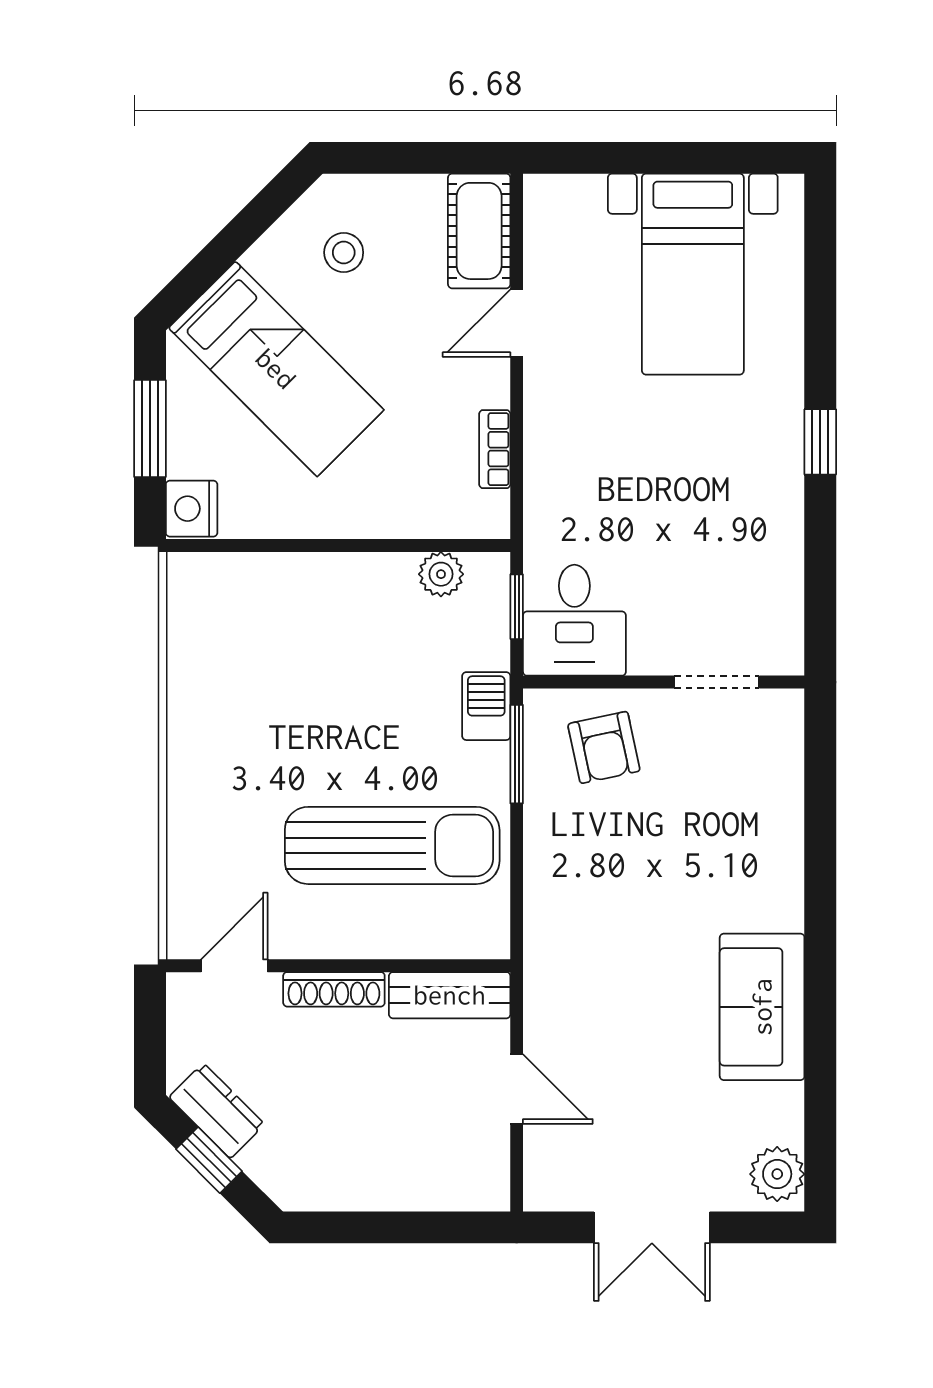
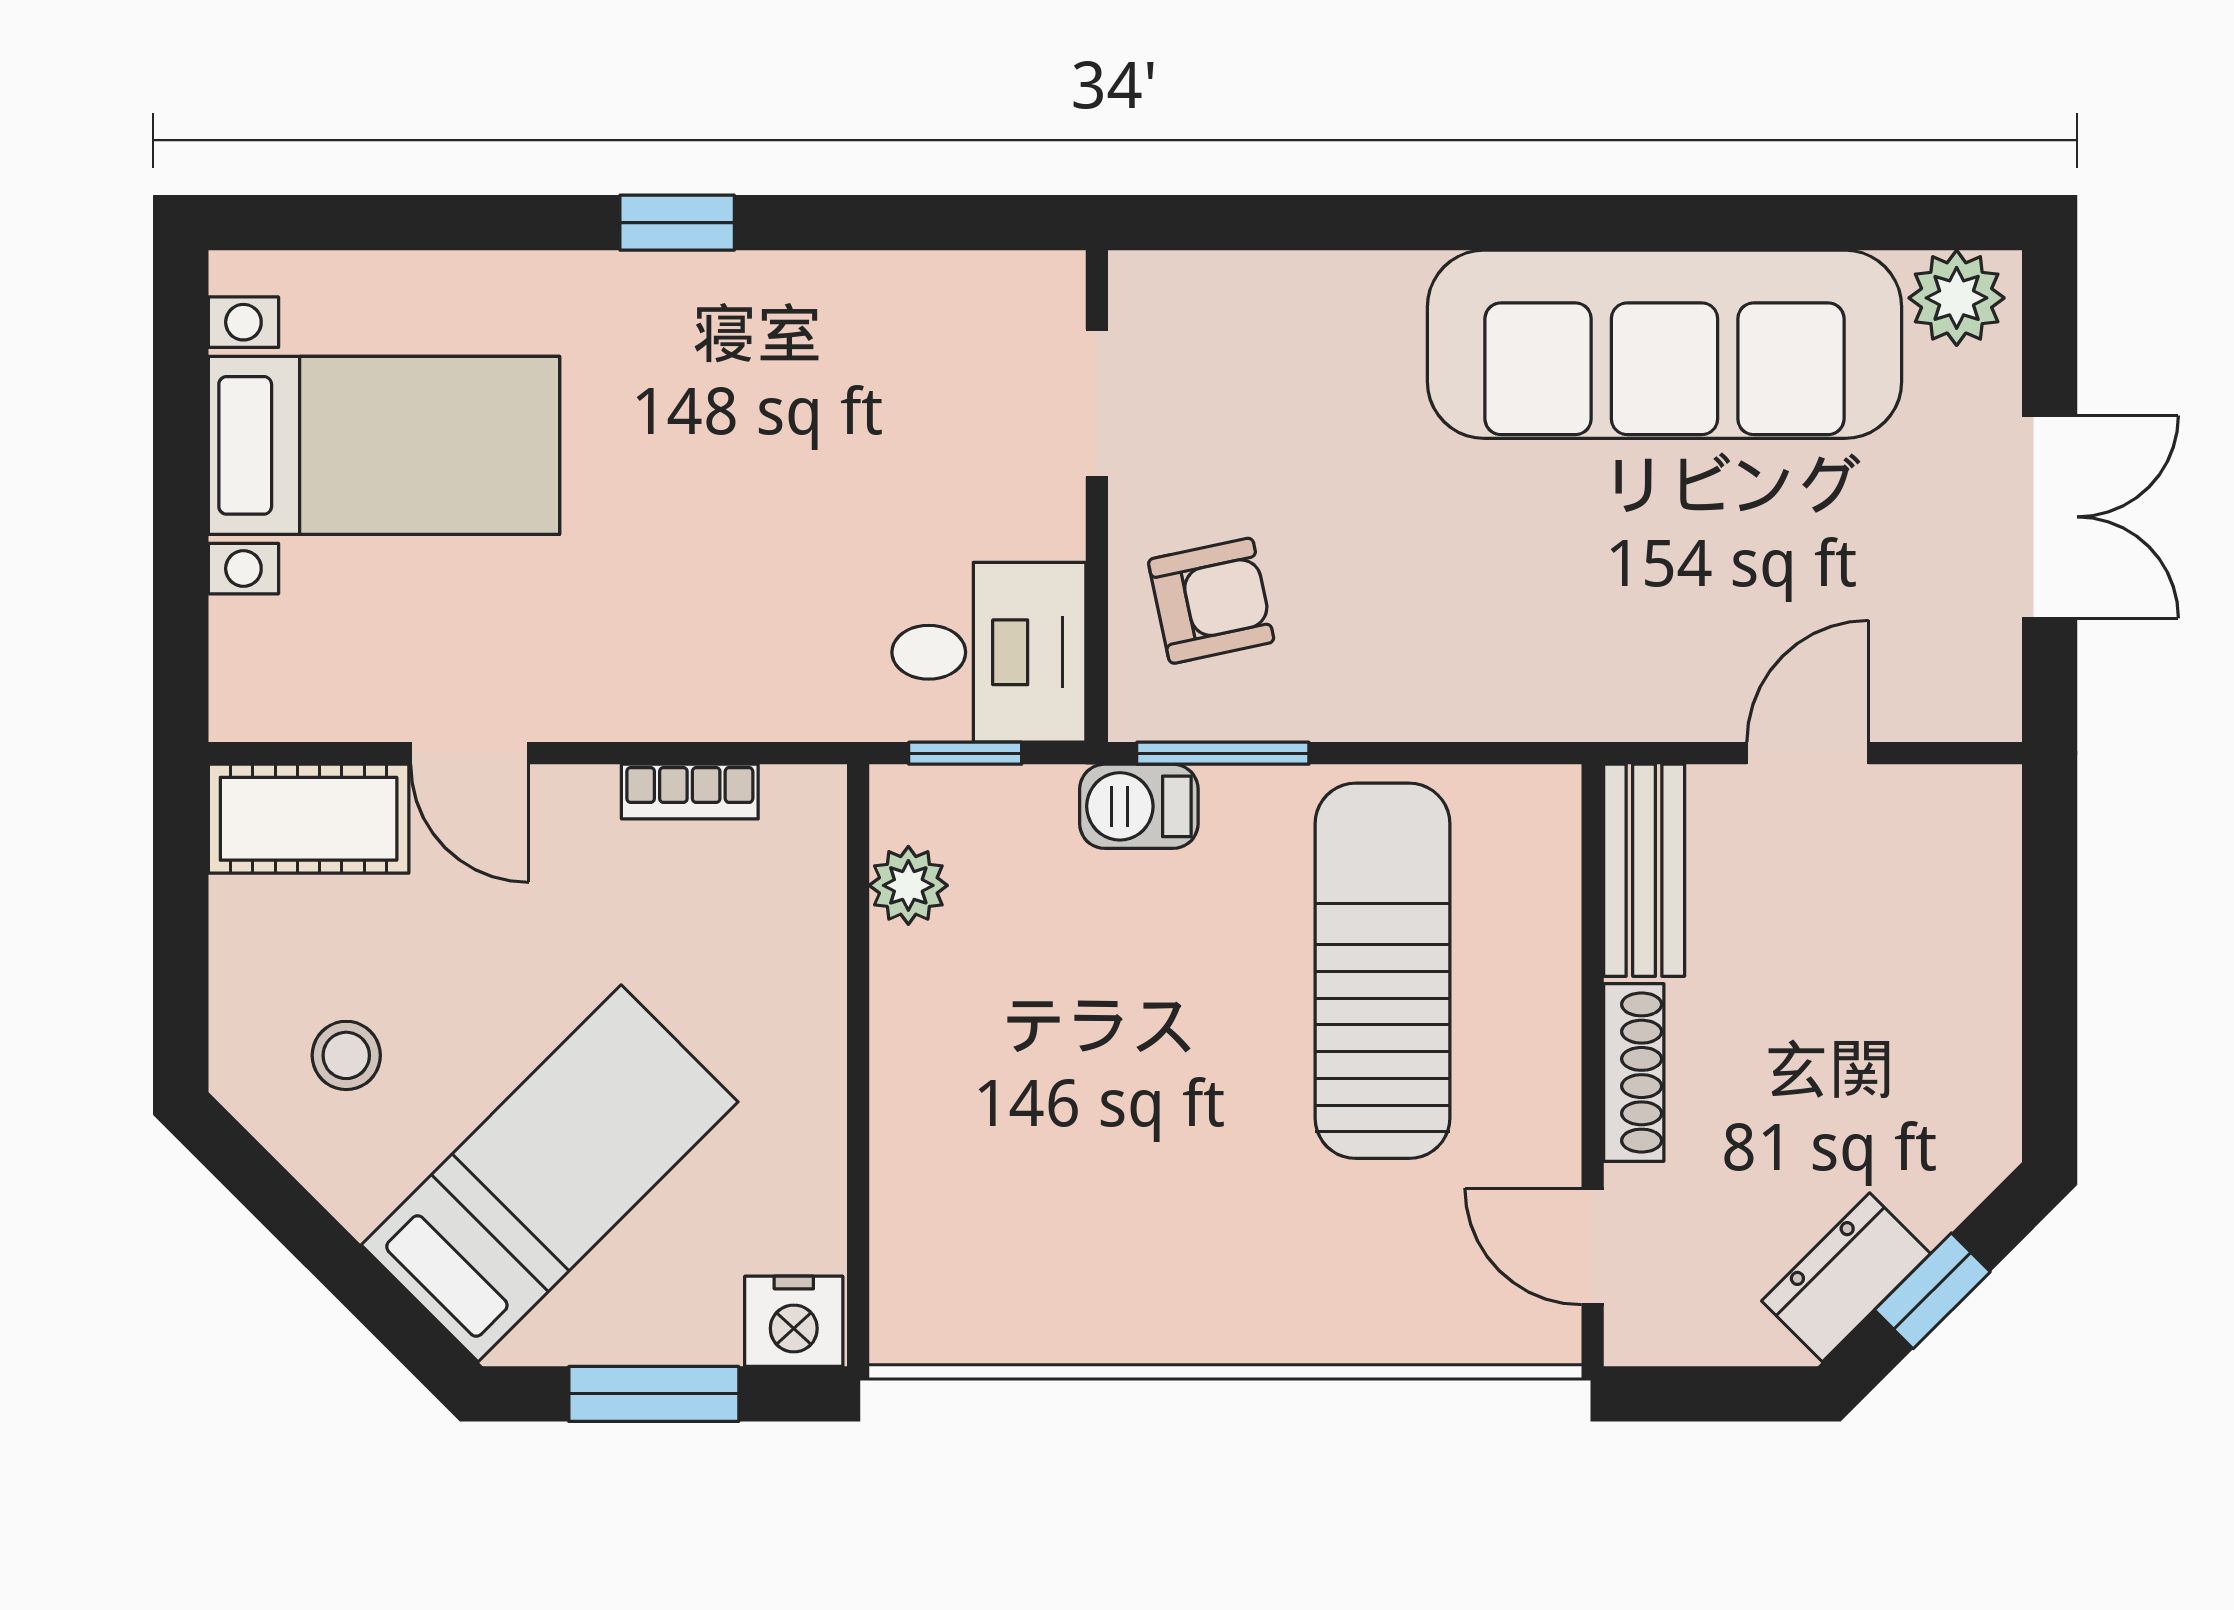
sofa: (762, 1007) -> (1664, 344), width x1.85, depth x1.27

